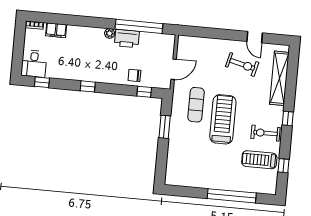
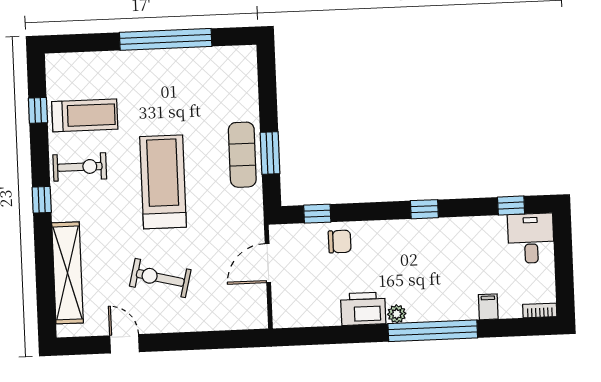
window: (139, 26) -> (433, 331), moved
filing cabinet: (56, 30) -> (488, 307), width x0.50
exercise bike: (242, 64) -> (160, 278), moved
exercise mat: (196, 105) -> (242, 155), moved
treadmill: (223, 119) -> (163, 182), turned 180
window: (232, 196) -> (166, 39), moved

